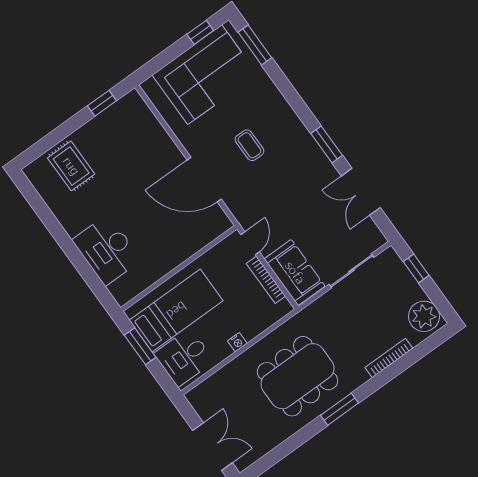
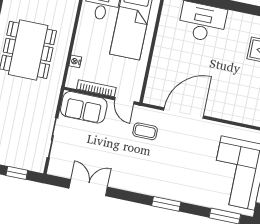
window: (327, 144) -> (166, 204), moved
coffee table: (249, 145) -> (145, 131), moved
nightstand: (237, 342) -> (75, 61), moved

